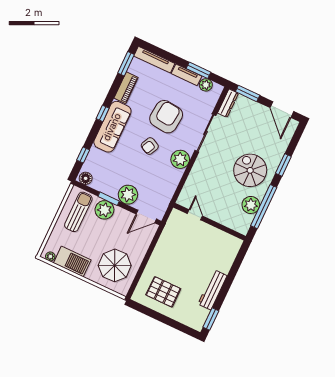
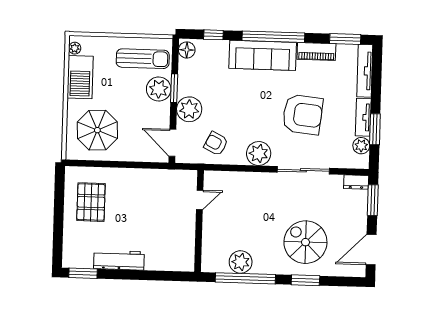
dresser: (228, 103) -> (356, 182), width x0.70
window: (103, 113) -> (273, 37), width x3.17
armchair: (150, 146) -> (216, 144), moved
spiral stairs: (250, 170) -> (305, 242), moved, turned -90

